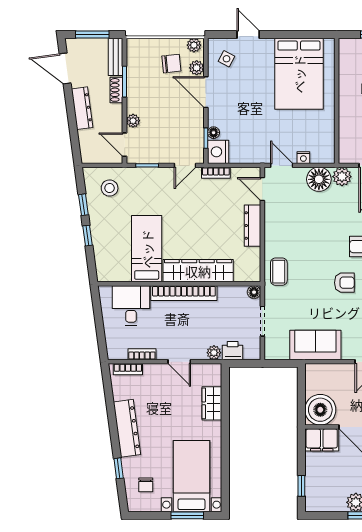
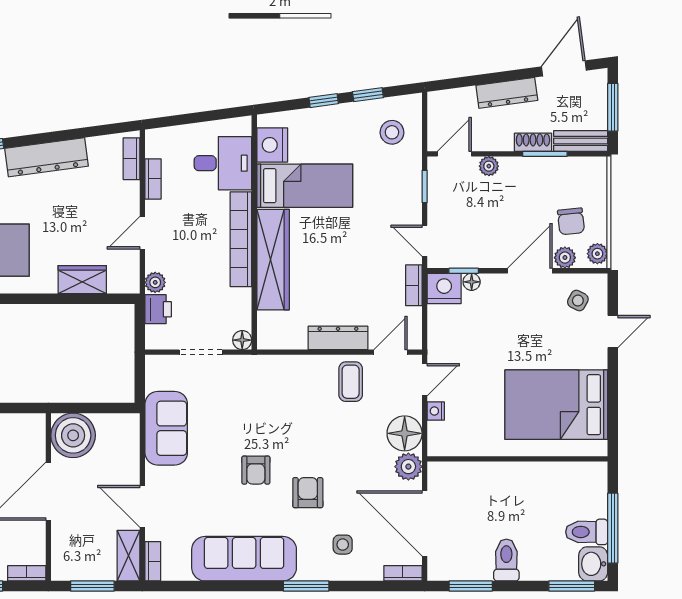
nightstand: (118, 271) -> (272, 145), added
coffee table: (279, 272) -> (351, 382), moved, turned 90
filing cabinet: (322, 440) -> (30, 437), removed

